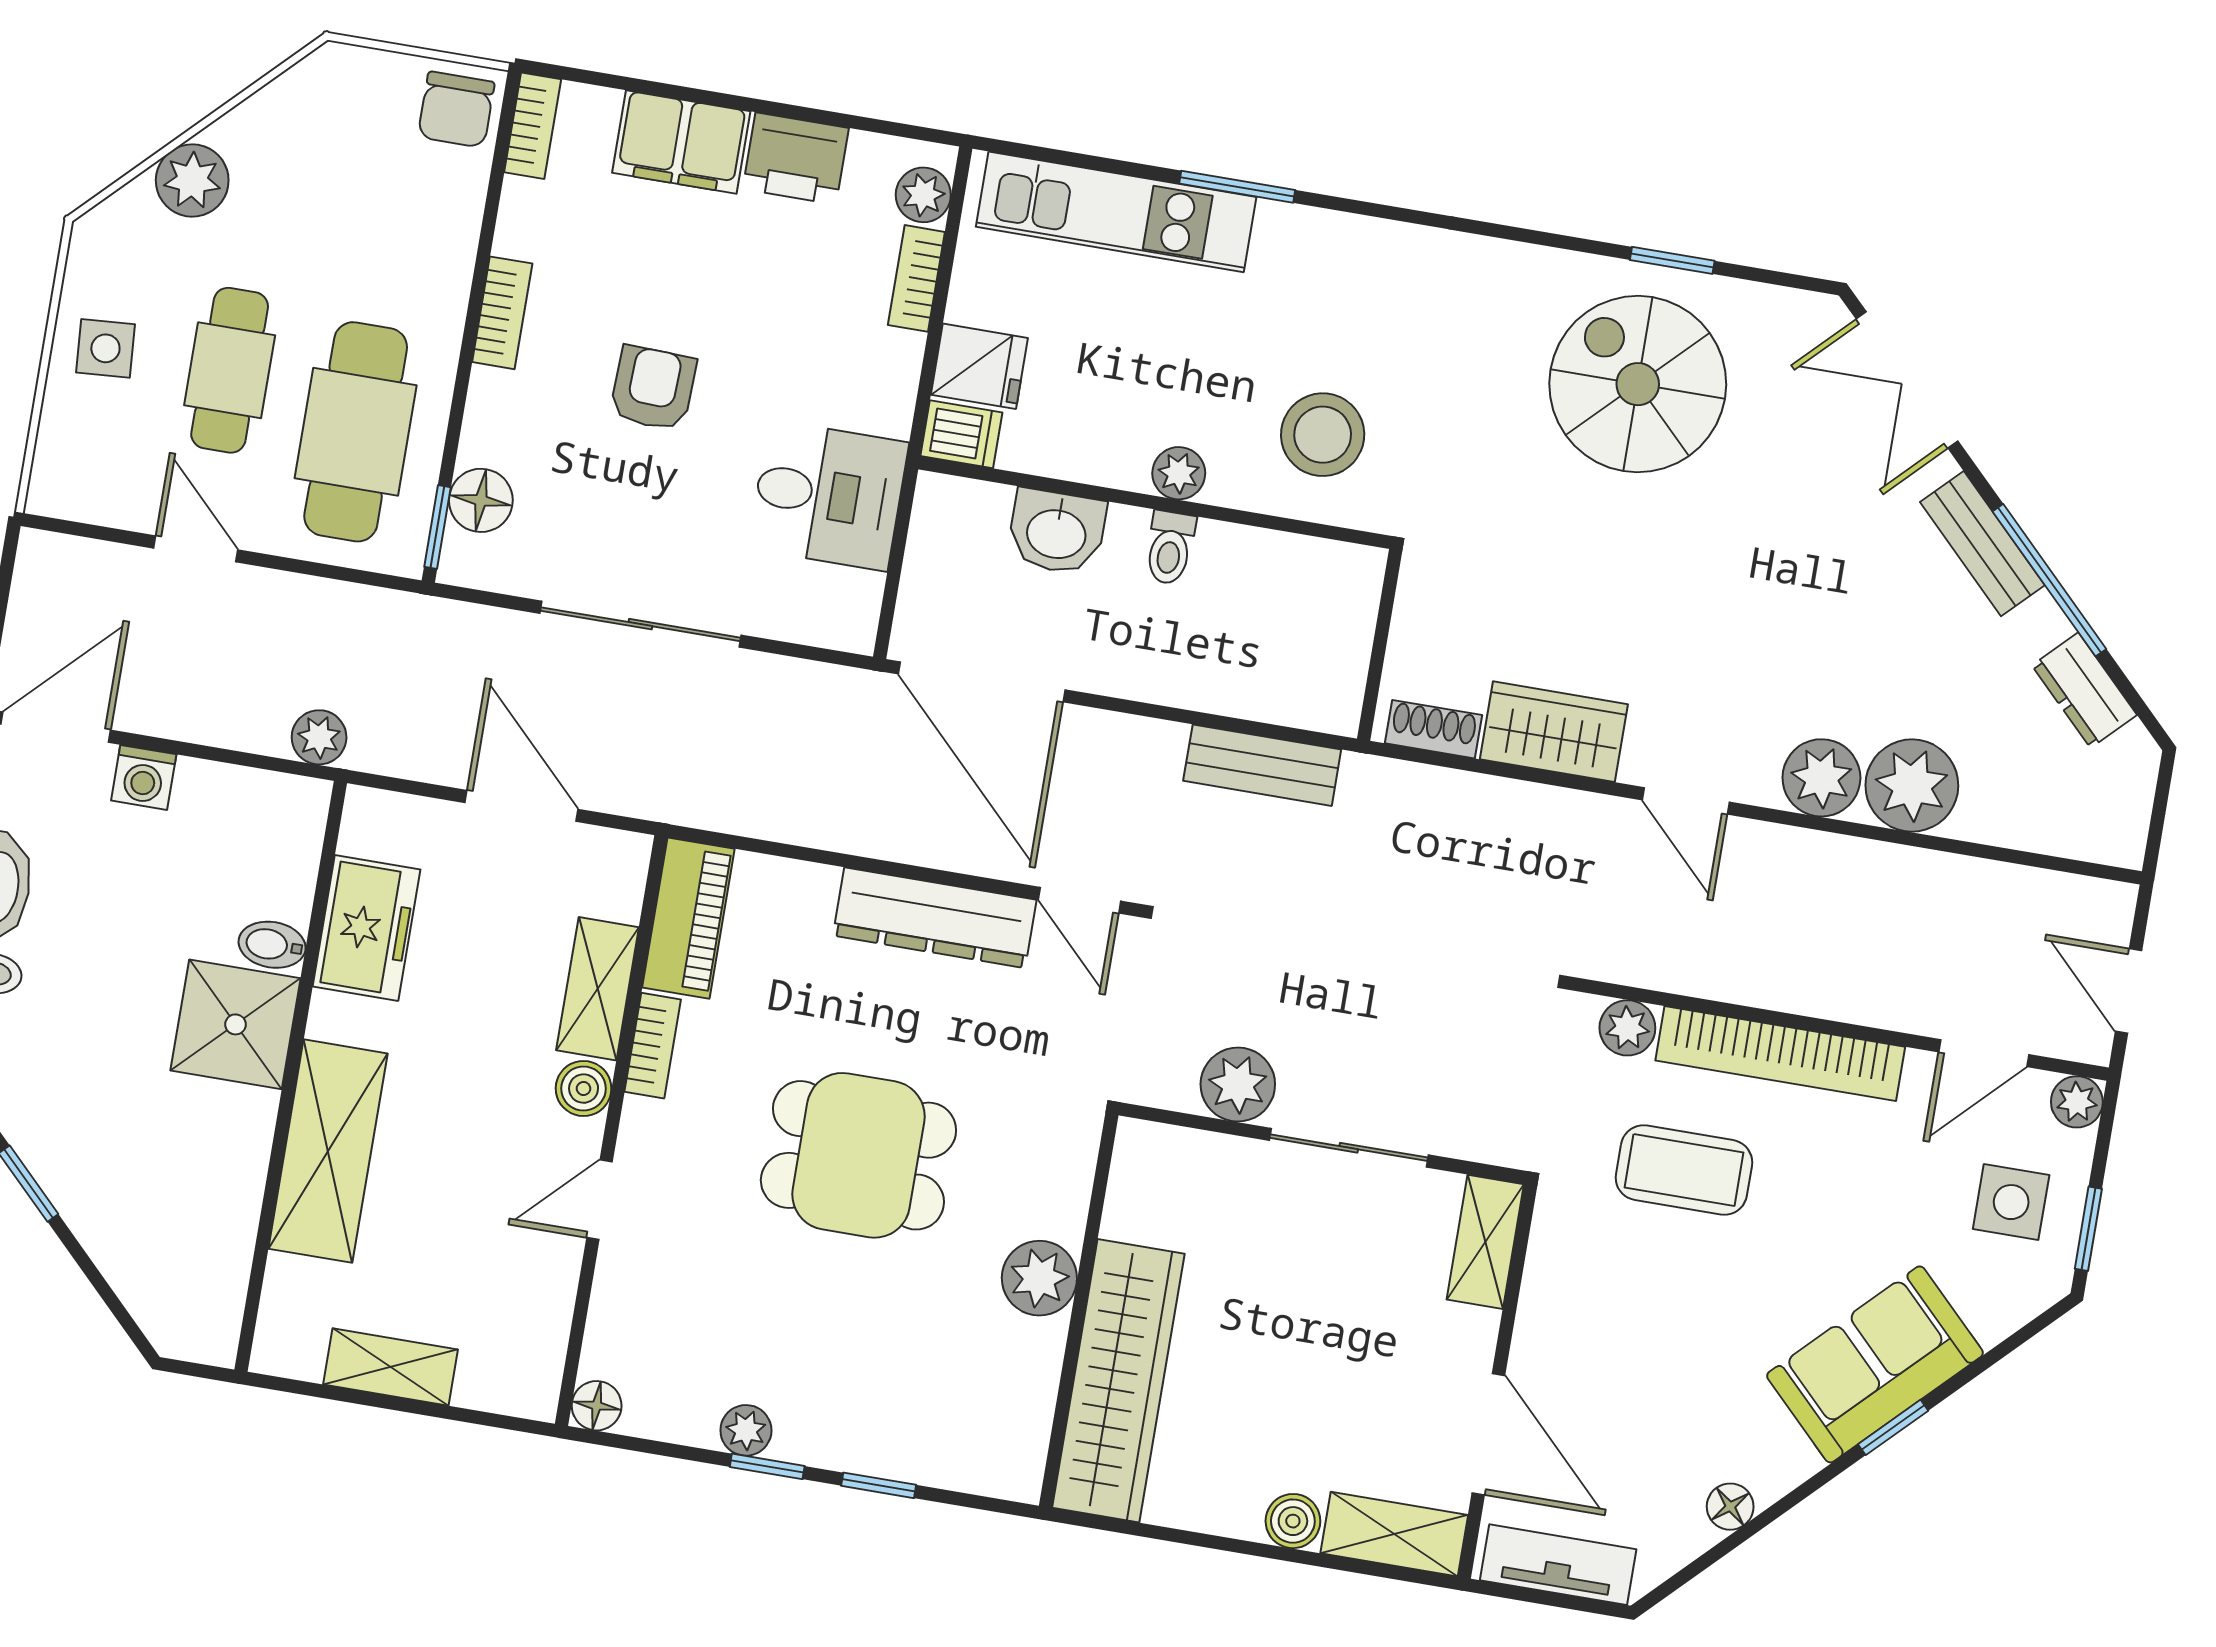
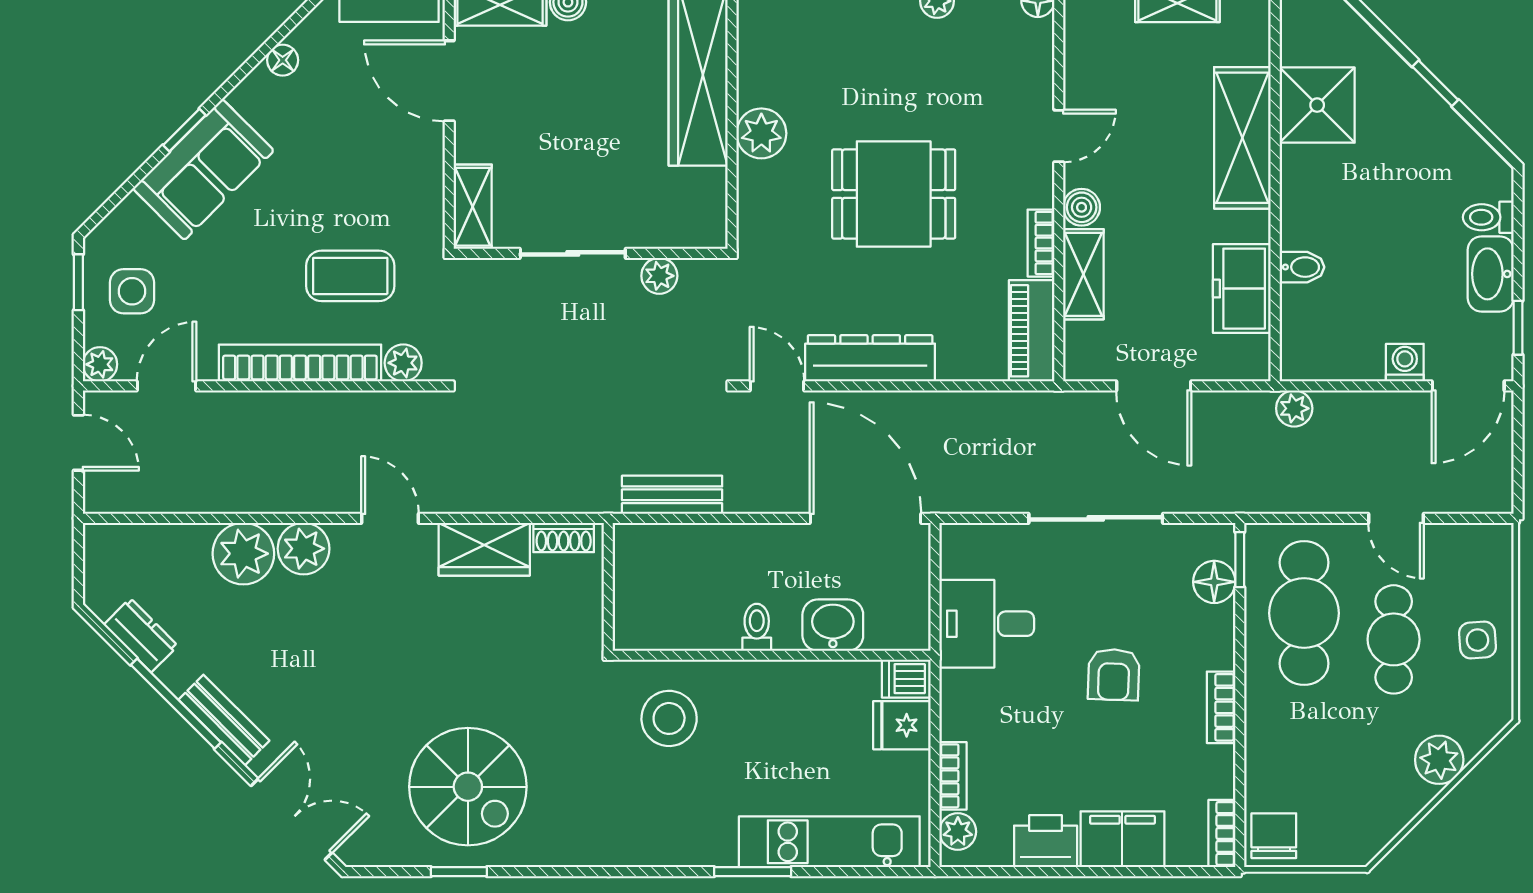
plant: (1179, 473) -> (759, 677), removed
shower: (236, 1024) -> (1317, 105), moved
plant: (1238, 1085) -> (659, 276), width x0.73, depth x0.73

